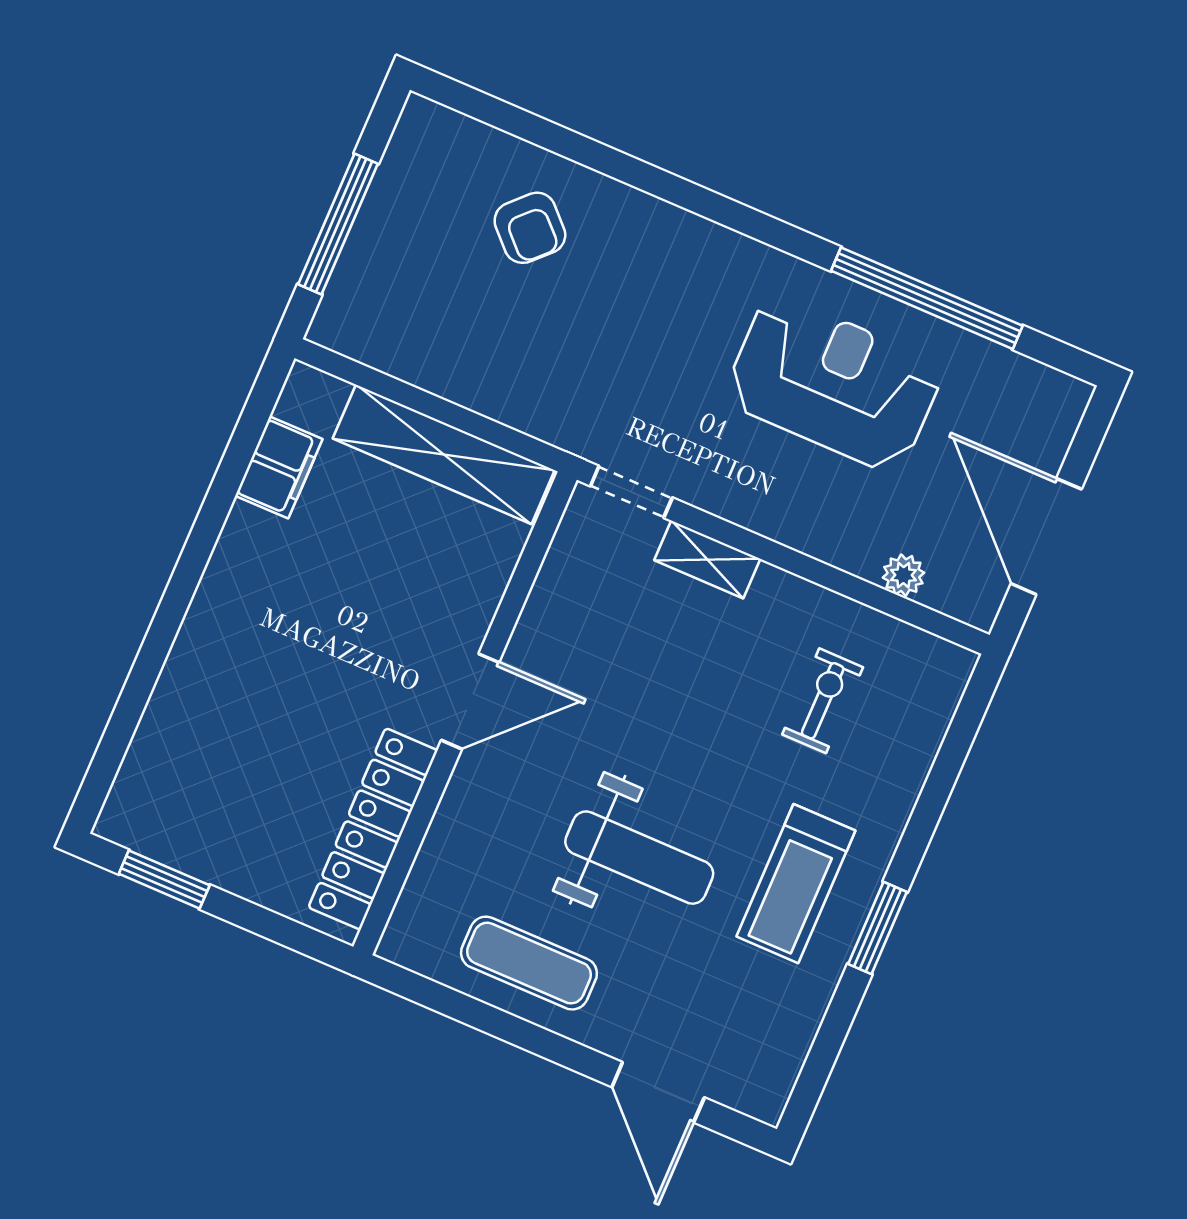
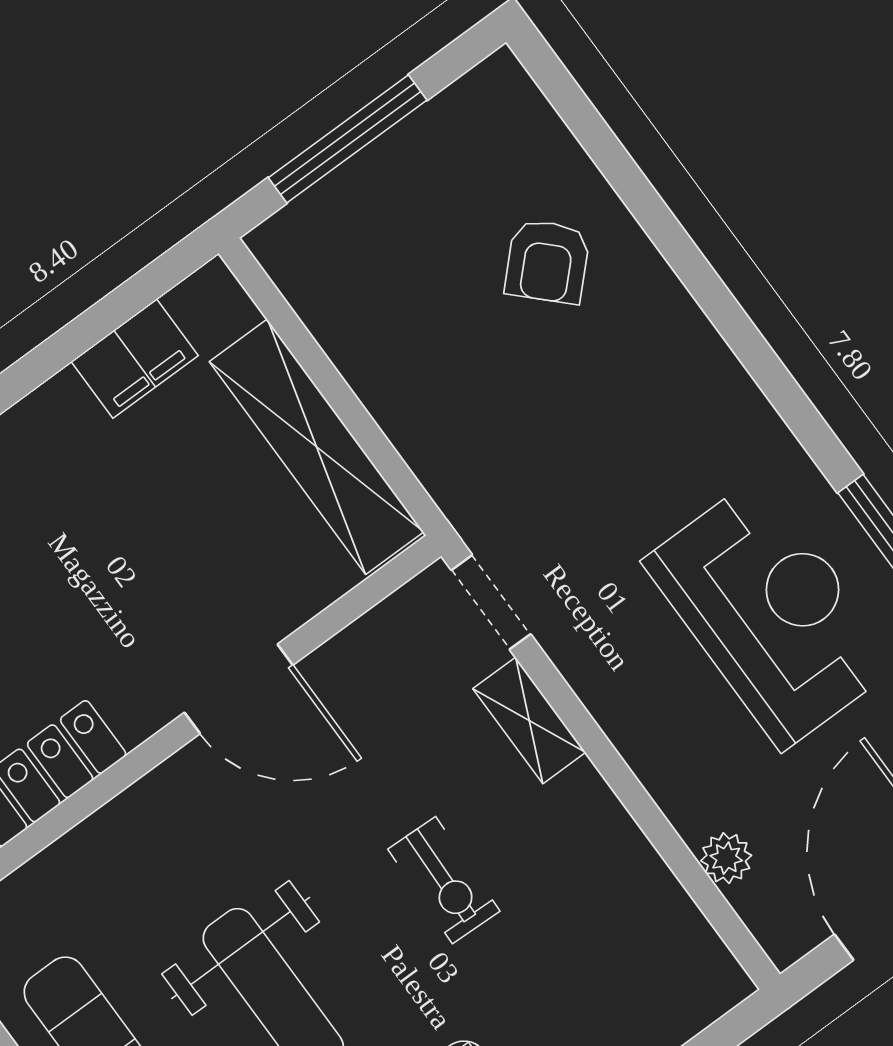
door: (470, 701) -> (239, 689), moved
exercise bike: (823, 701) -> (444, 880), moved, turned 92

